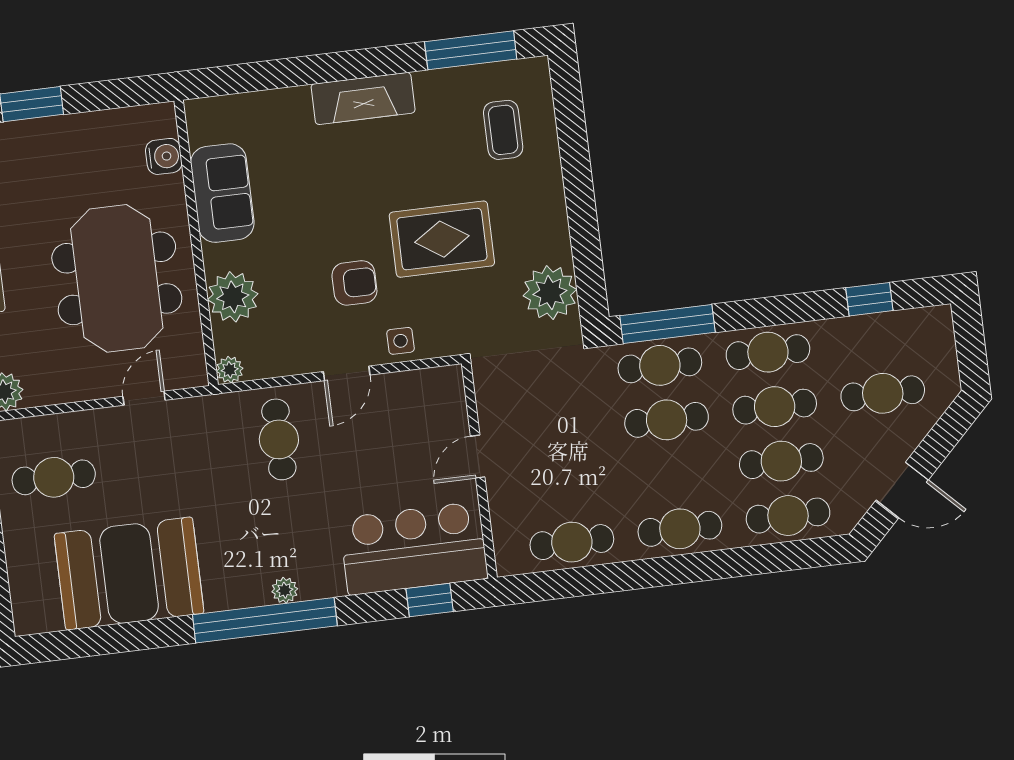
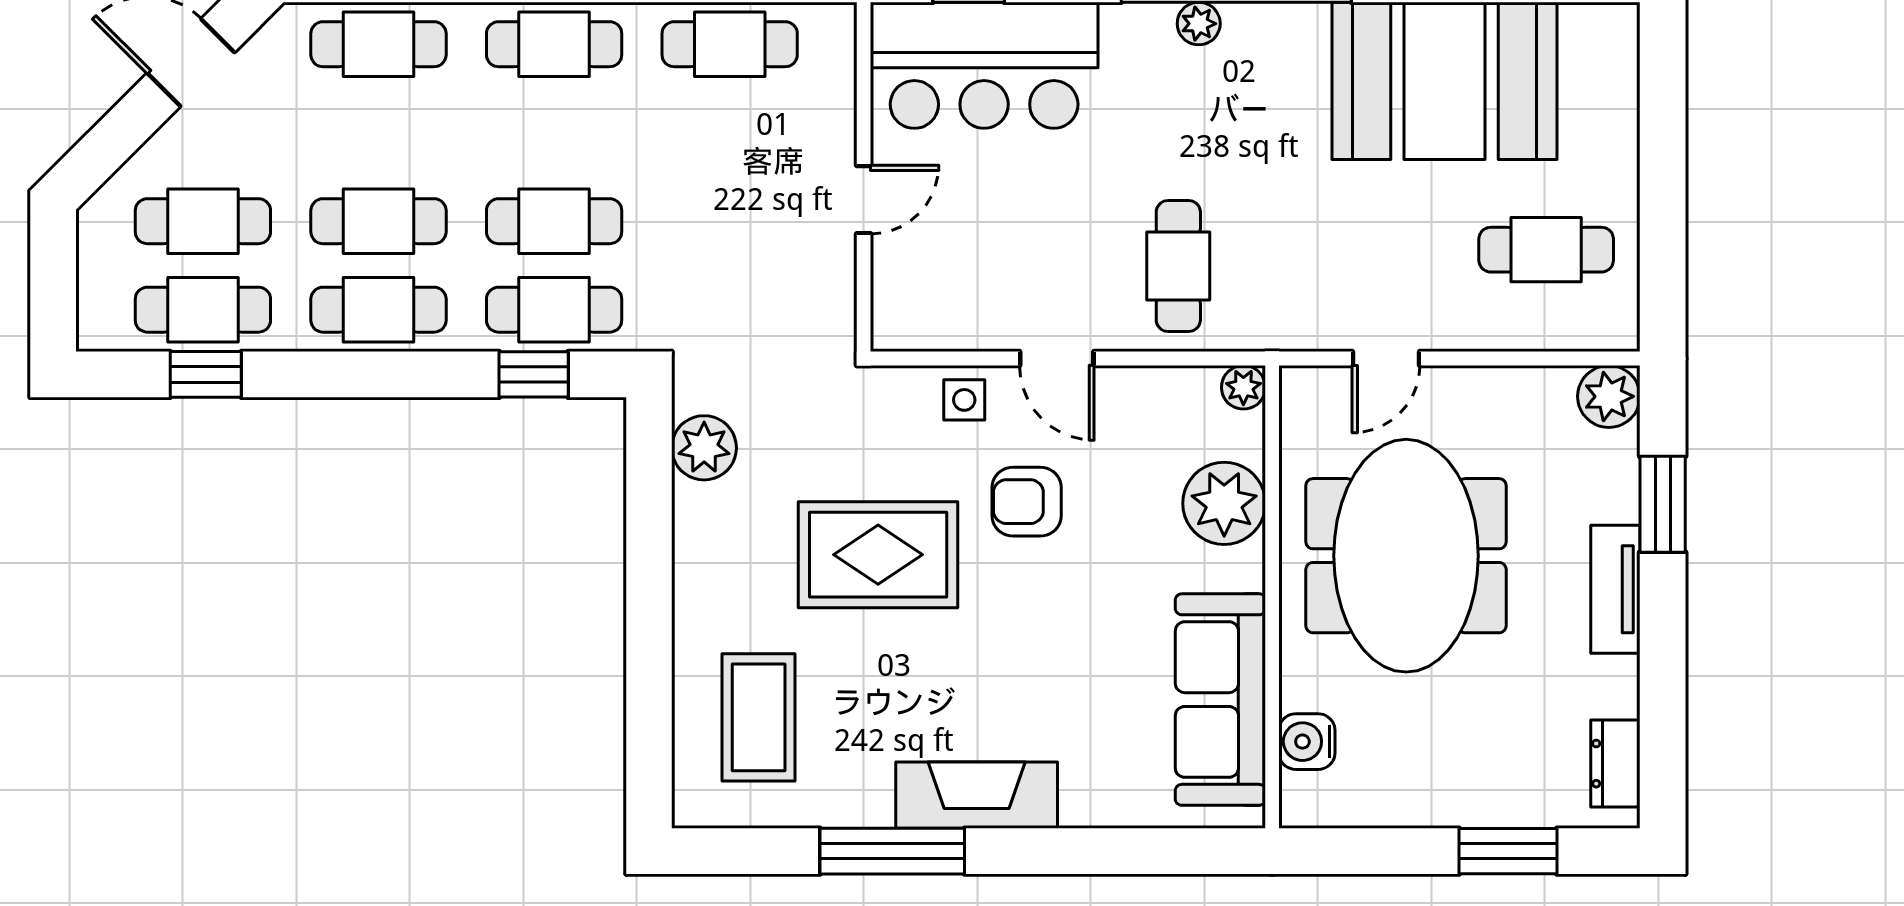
window: (471, 50) -> (892, 851), moved
coffee table: (503, 130) -> (759, 717), width x1.36, depth x1.30
sofa: (222, 193) -> (1220, 700), width x1.36
plant: (550, 293) -> (704, 448), width x0.73, depth x0.73
window: (668, 324) -> (534, 374), width x0.46
door: (347, 373) -> (1057, 359), swing flipped
cafe table: (781, 461) -> (203, 310), moved

